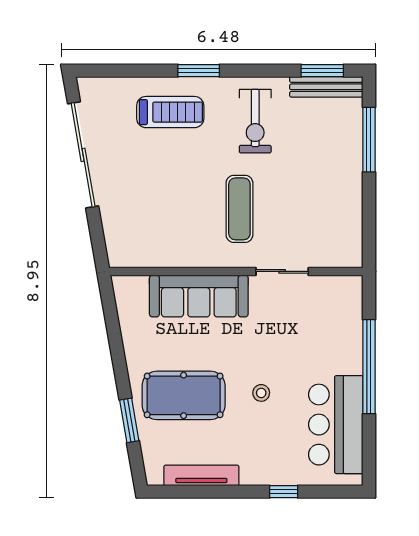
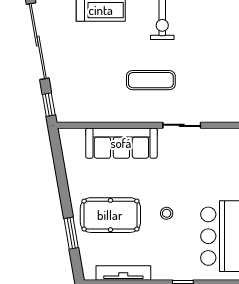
exercise mat: (239, 209) -> (151, 80), turned 90
window: (98, 243) -> (49, 105), added

